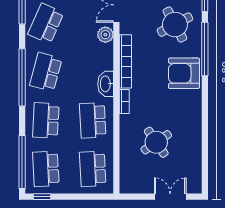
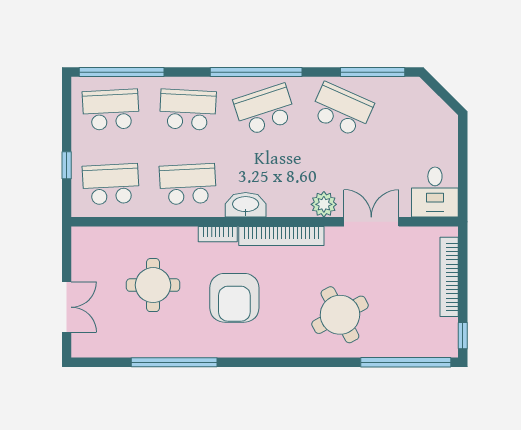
window: (205, 49) -> (174, 362), moved
school desk: (46, 72) -> (265, 110), turned -33
armchair: (184, 73) -> (234, 298), moved, turned 180
round table: (156, 142) -> (153, 285), turned 34
window: (42, 197) -> (67, 165), moved

